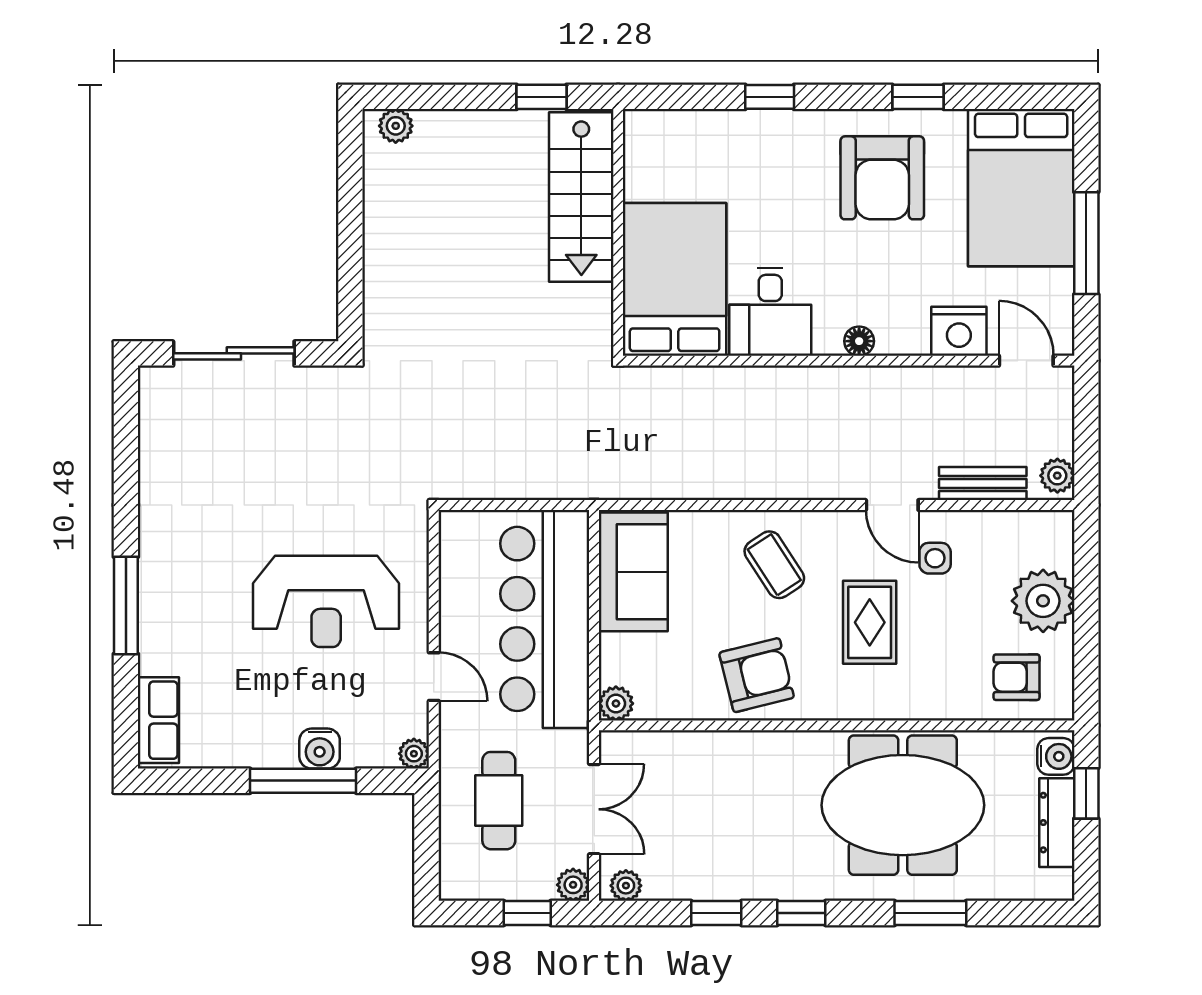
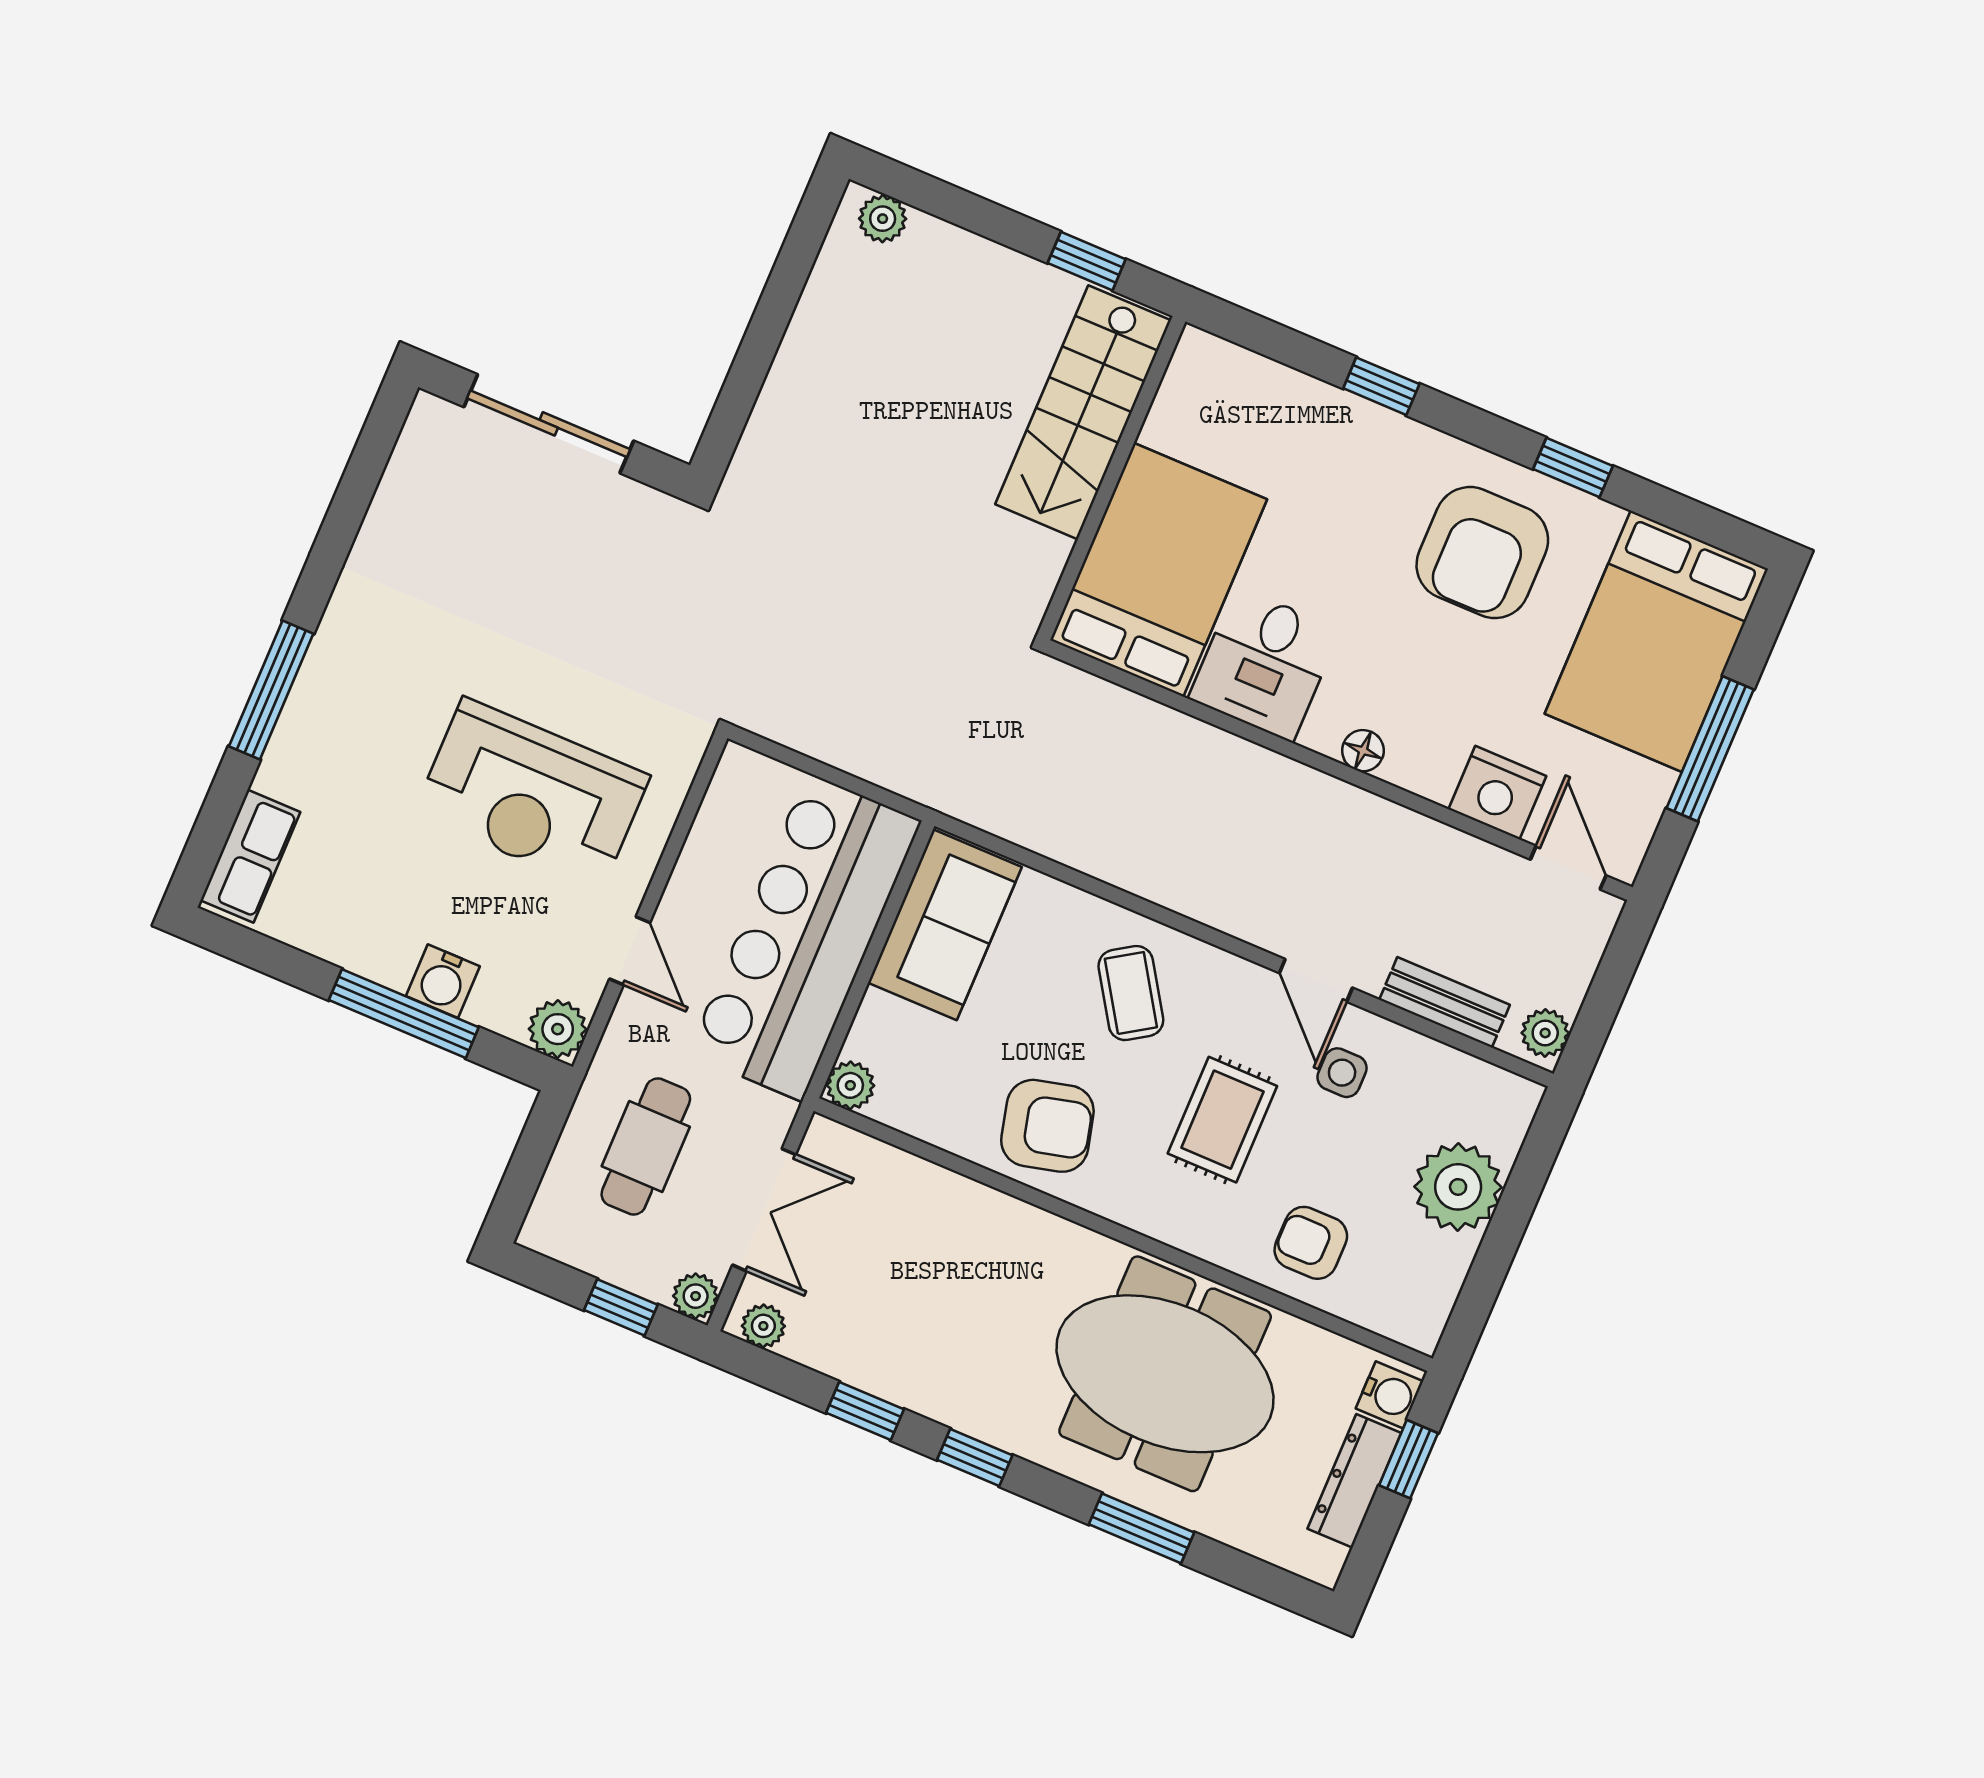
armchair: (1017, 677) -> (1311, 1243), moved
plant: (414, 754) -> (558, 1029), width x1.38, depth x1.38

